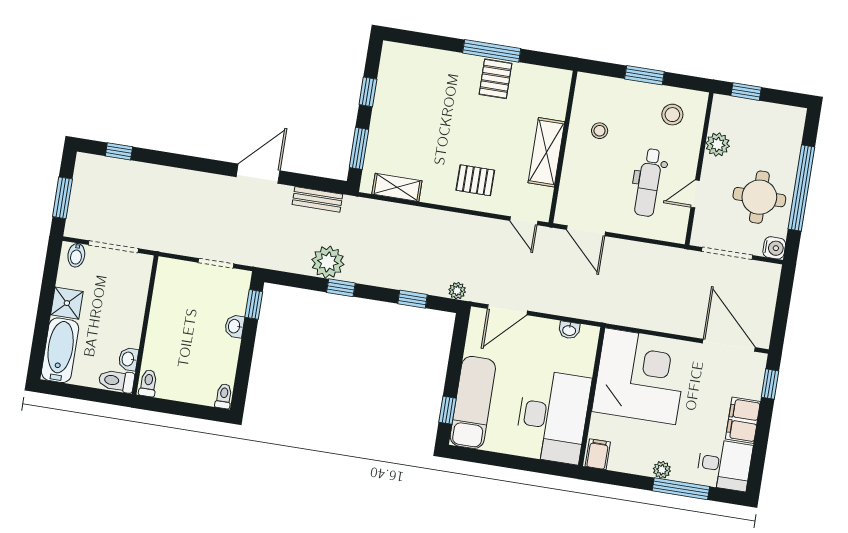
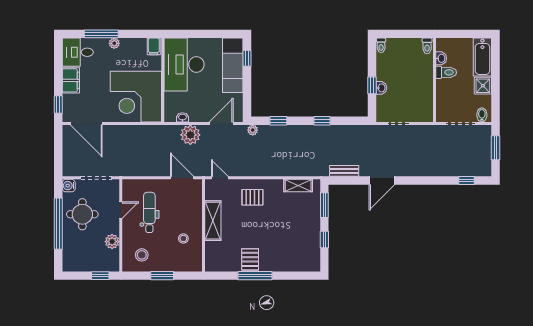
plant: (328, 262) -> (190, 135), moved
window: (254, 304) -> (372, 85), moved
toilet: (116, 381) -> (446, 72), moved

